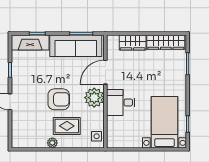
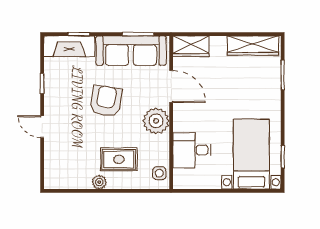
wardrobe: (133, 42) -> (191, 46), moved
door: (105, 72) -> (171, 86), swing flipped
armchair: (59, 99) -> (106, 101), moved, turned -81
desk: (121, 102) -> (192, 150), moved

